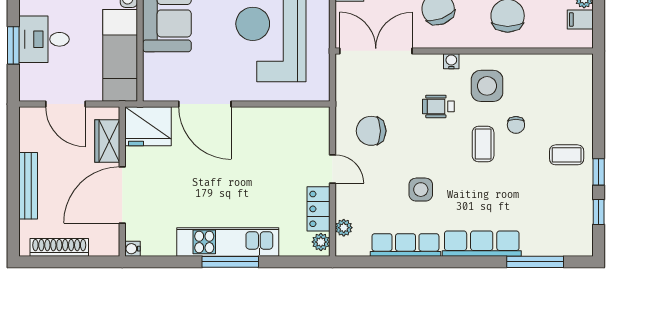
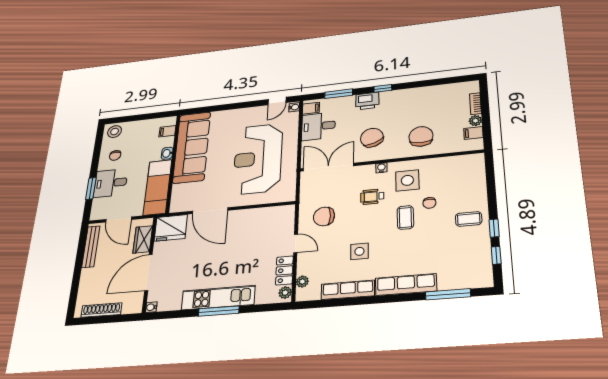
bench: (28, 186) -> (91, 247), moved

